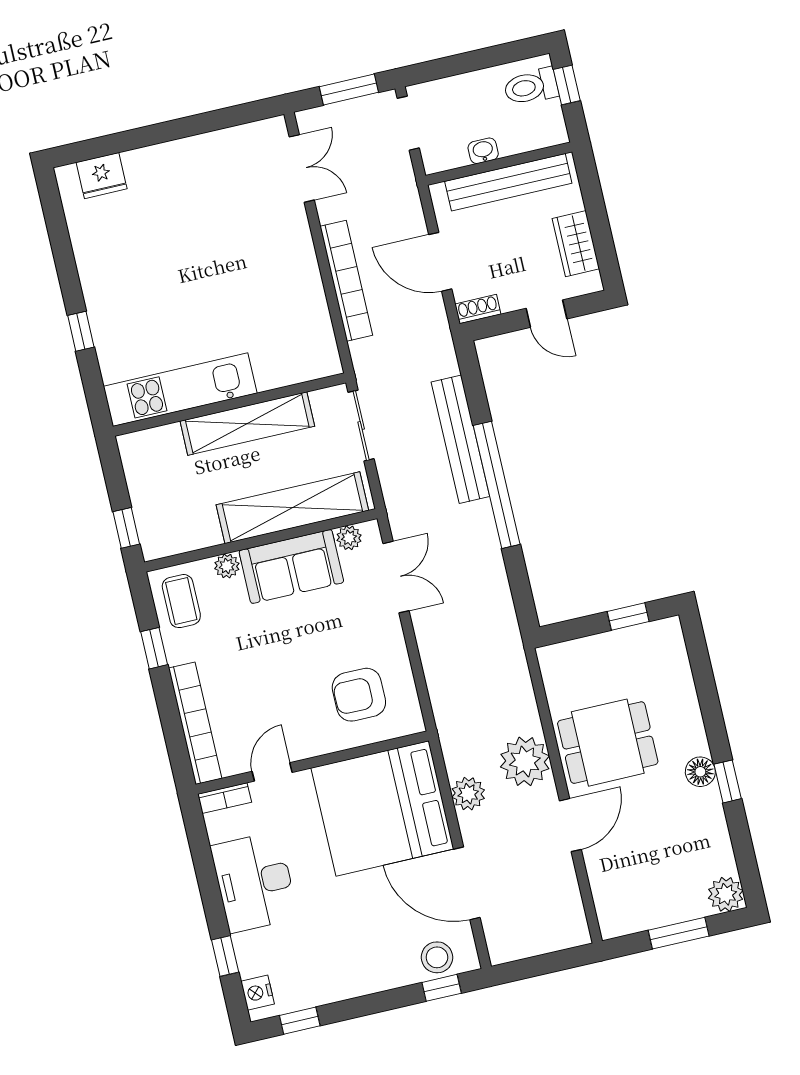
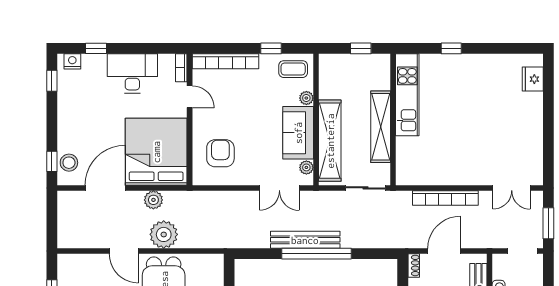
bench: (460, 439) -> (305, 240), moved
window: (126, 528) -> (361, 48), moved

